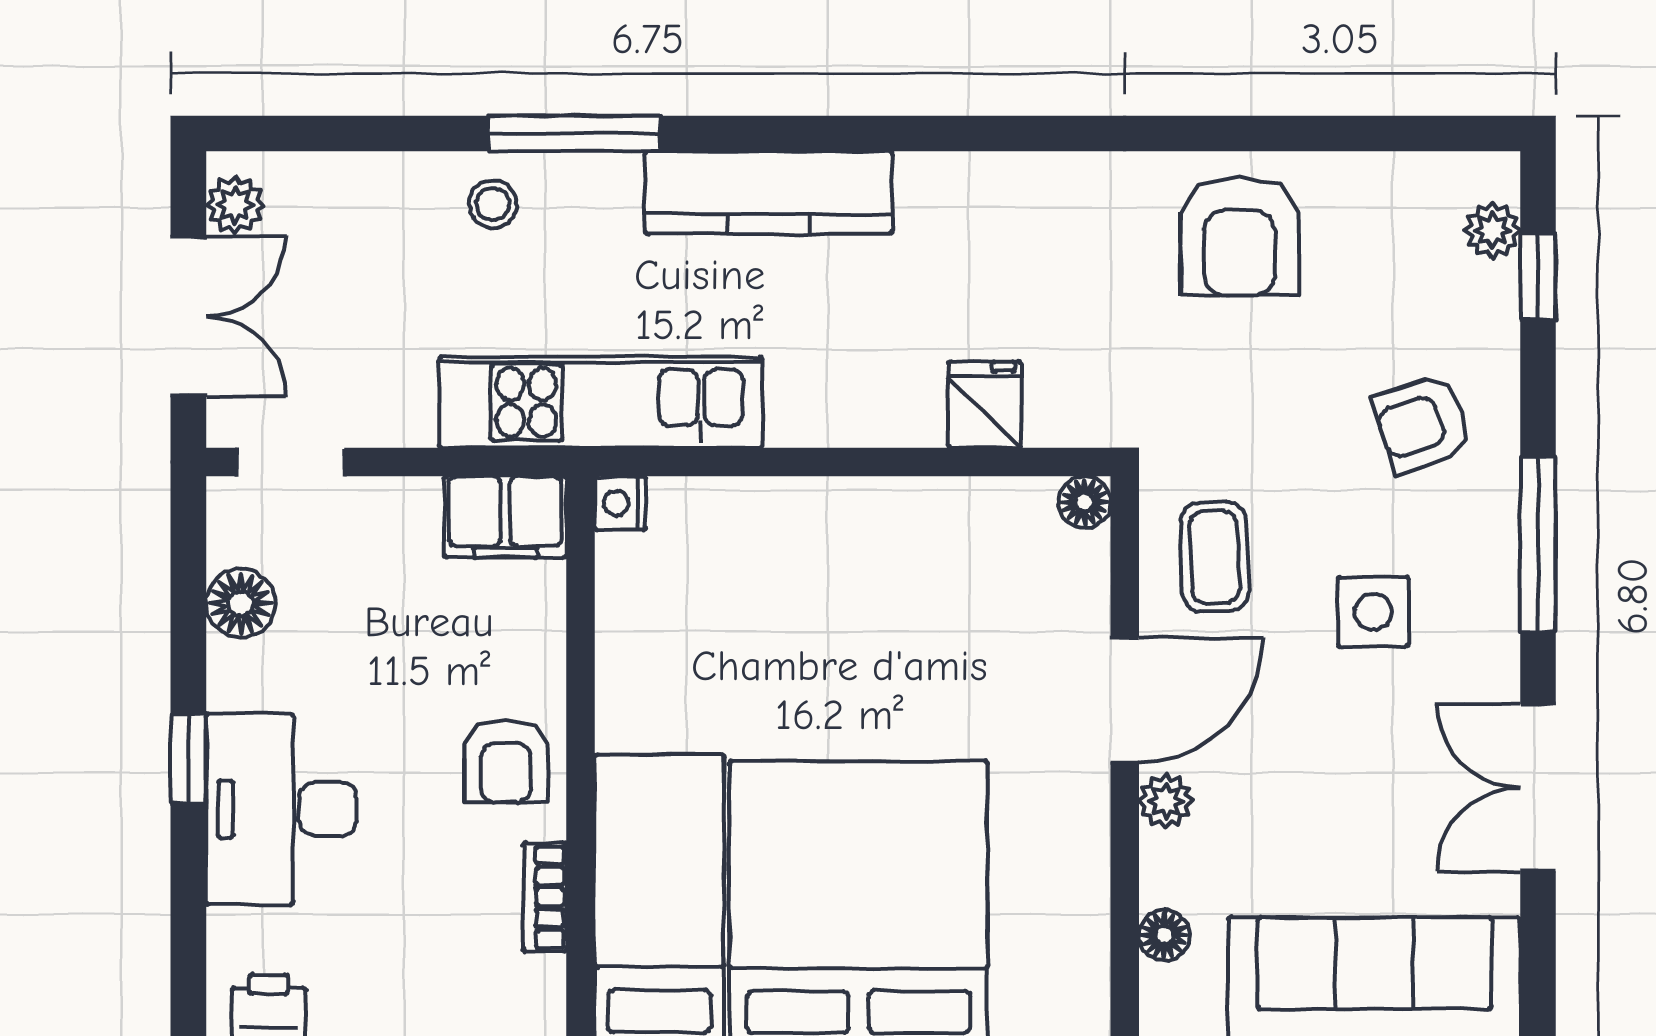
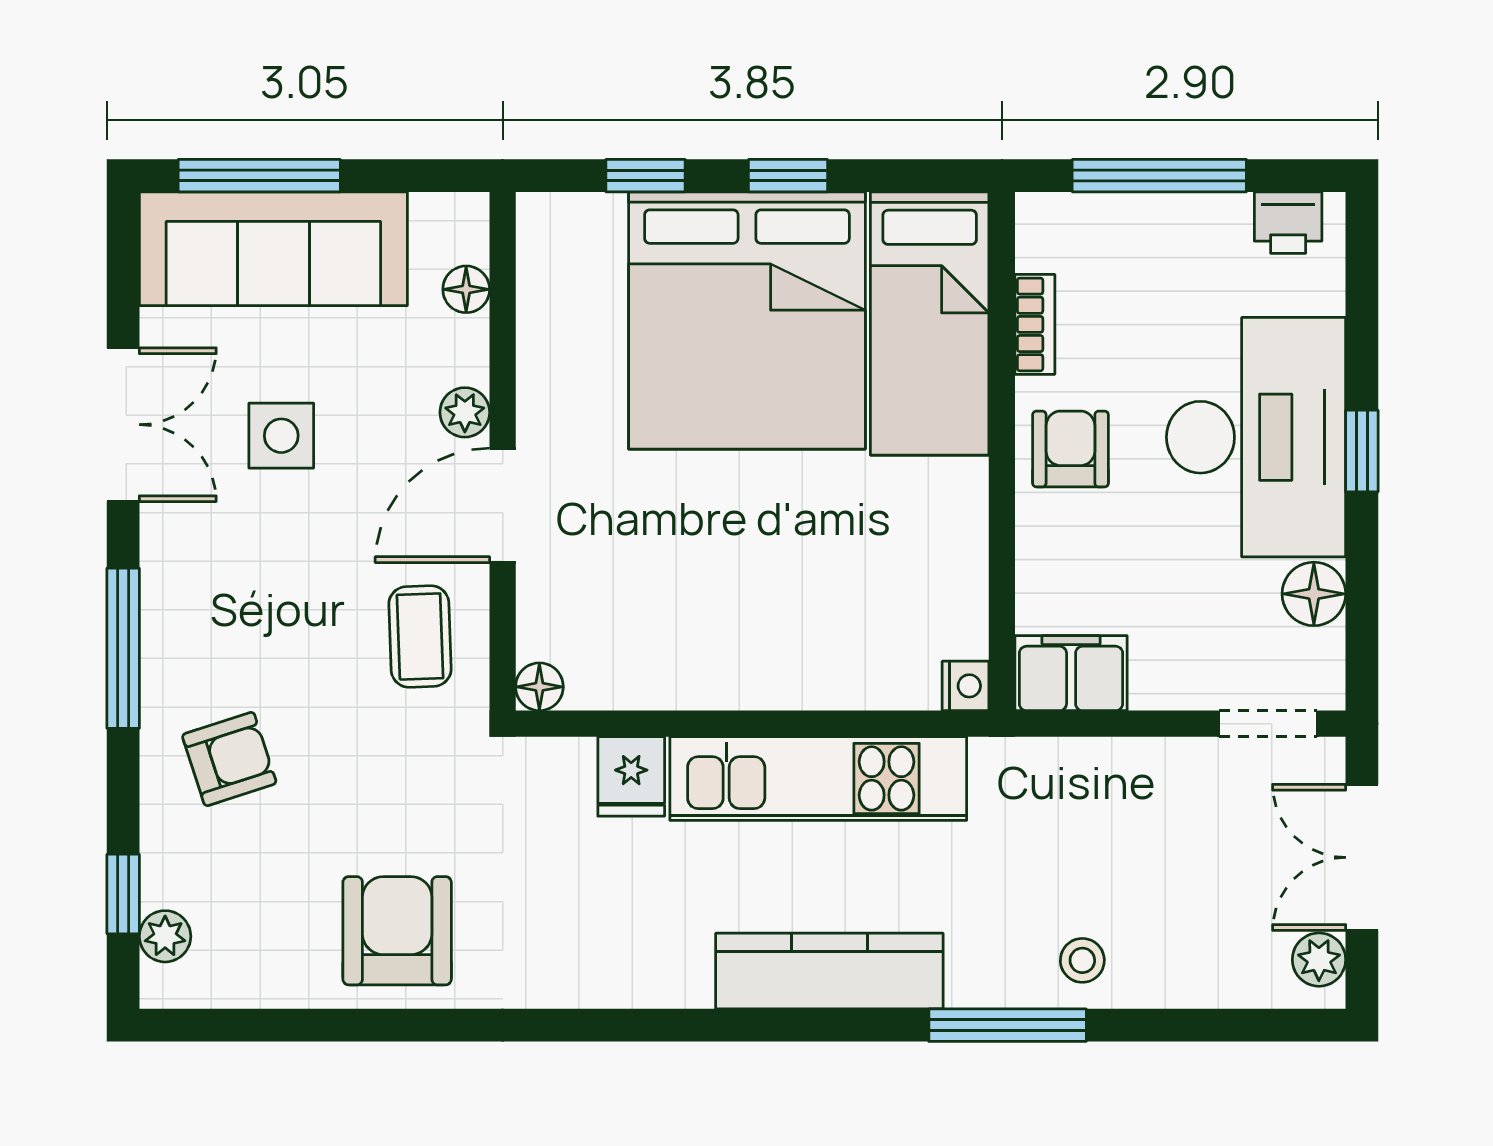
kitchen unit: (601, 402) -> (818, 778), moved
side table: (1373, 612) -> (281, 436), moved
desk: (281, 809) -> (1256, 437), width x1.36, depth x1.30

